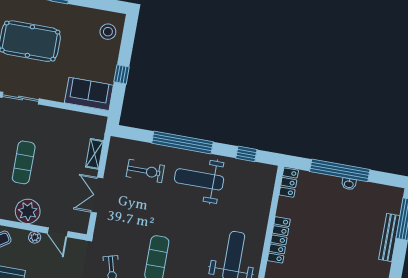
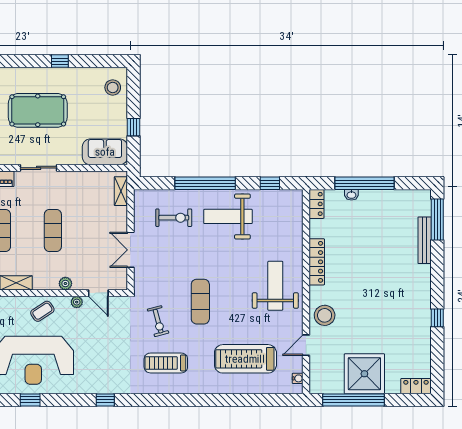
shelving: (94, 154) -> (121, 191), moved
washbasin: (349, 184) -> (351, 195), moved
plant: (28, 211) -> (65, 284), width x0.53, depth x0.53

